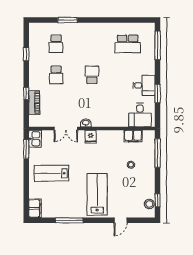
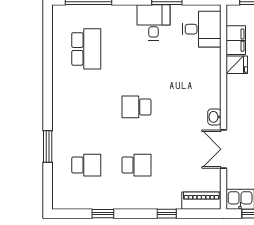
piano: (34, 103) -> (201, 201), moved
double door: (66, 129) -> (224, 149), swing flipped
fridge: (91, 137) -> (237, 65), moved

